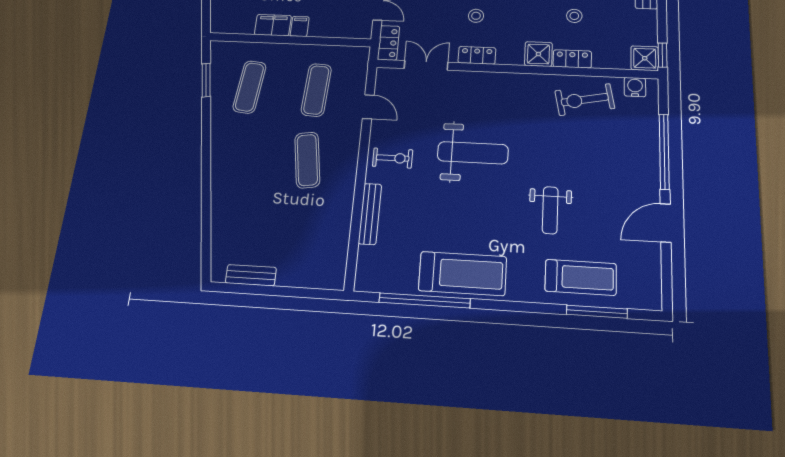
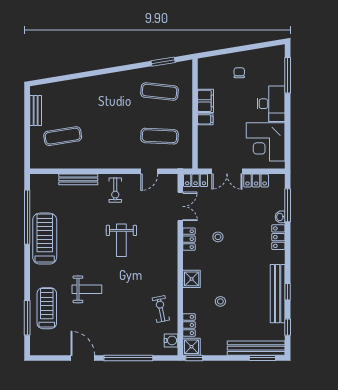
locker: (572, 59) -> (189, 325), moved
exercise bike: (585, 100) -> (161, 309), width x0.73, depth x0.72
weight bench: (473, 153) -> (121, 240), width x0.73, depth x0.75
exercise mat: (307, 160) -> (63, 136), moved
weight bench: (550, 210) -> (87, 289), turned 180
treadmill: (463, 274) -> (45, 239), turned 180
treadmill: (581, 277) -> (47, 308), turned 180

